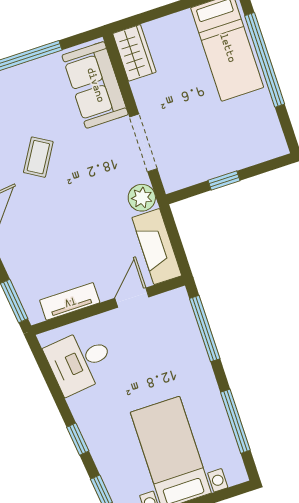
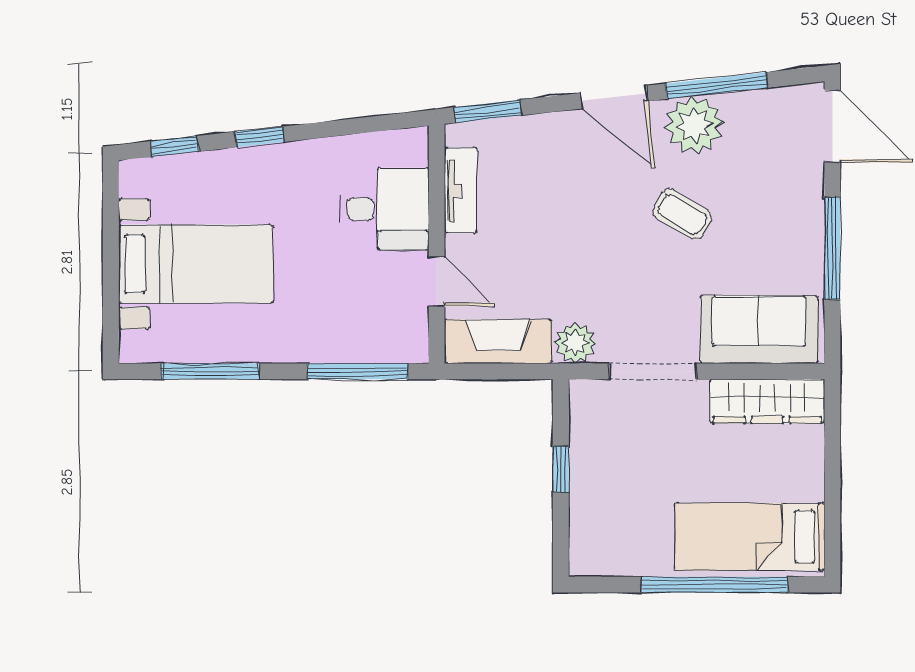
wardrobe: (134, 53) -> (767, 401), width x1.50
desk: (80, 361) -> (384, 209), moved, turned 96

